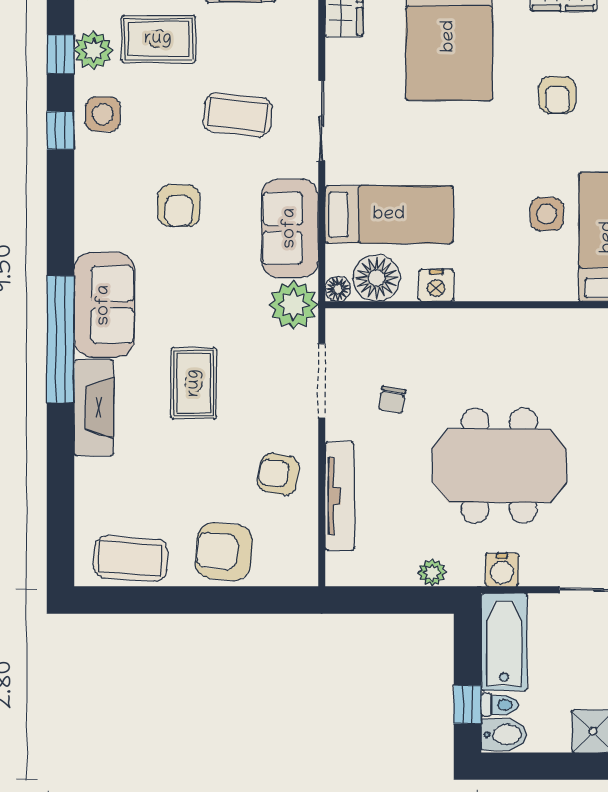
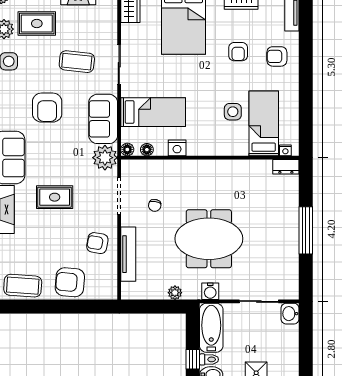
armchair: (179, 206) -> (47, 108), width x1.38, depth x1.38
floor lamp: (377, 278) -> (147, 150), width x0.53, depth x0.53
rug: (194, 383) -> (55, 197), turned 90

